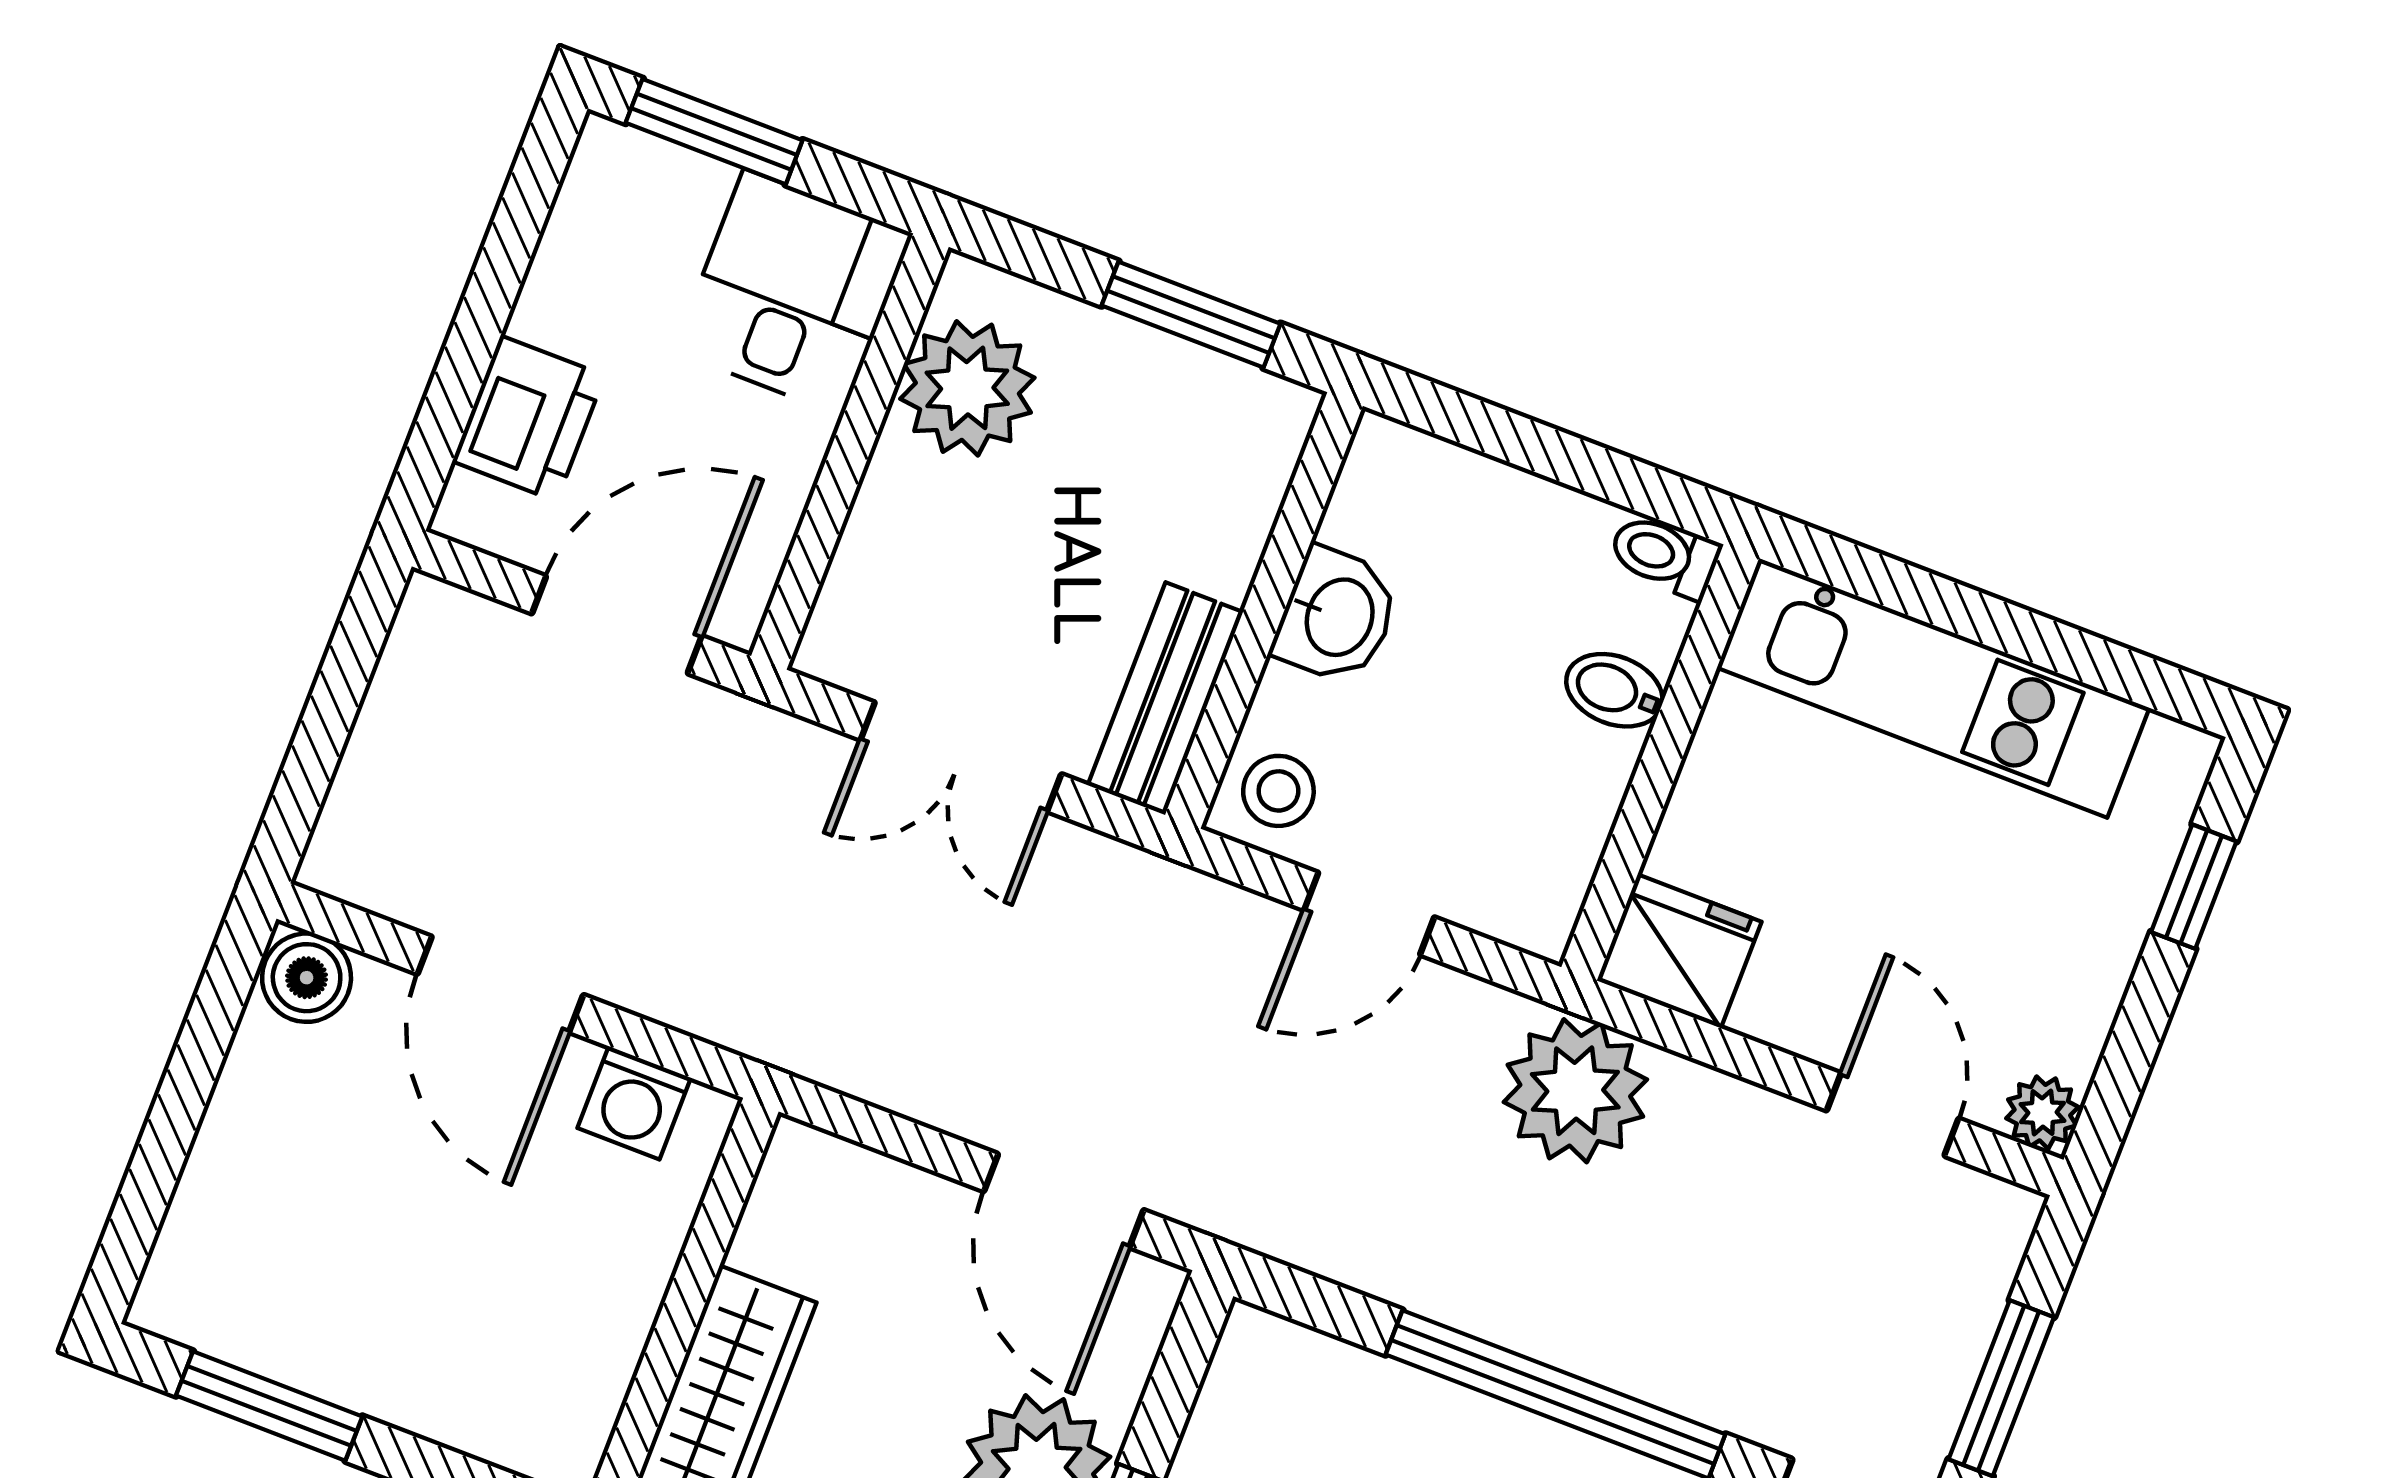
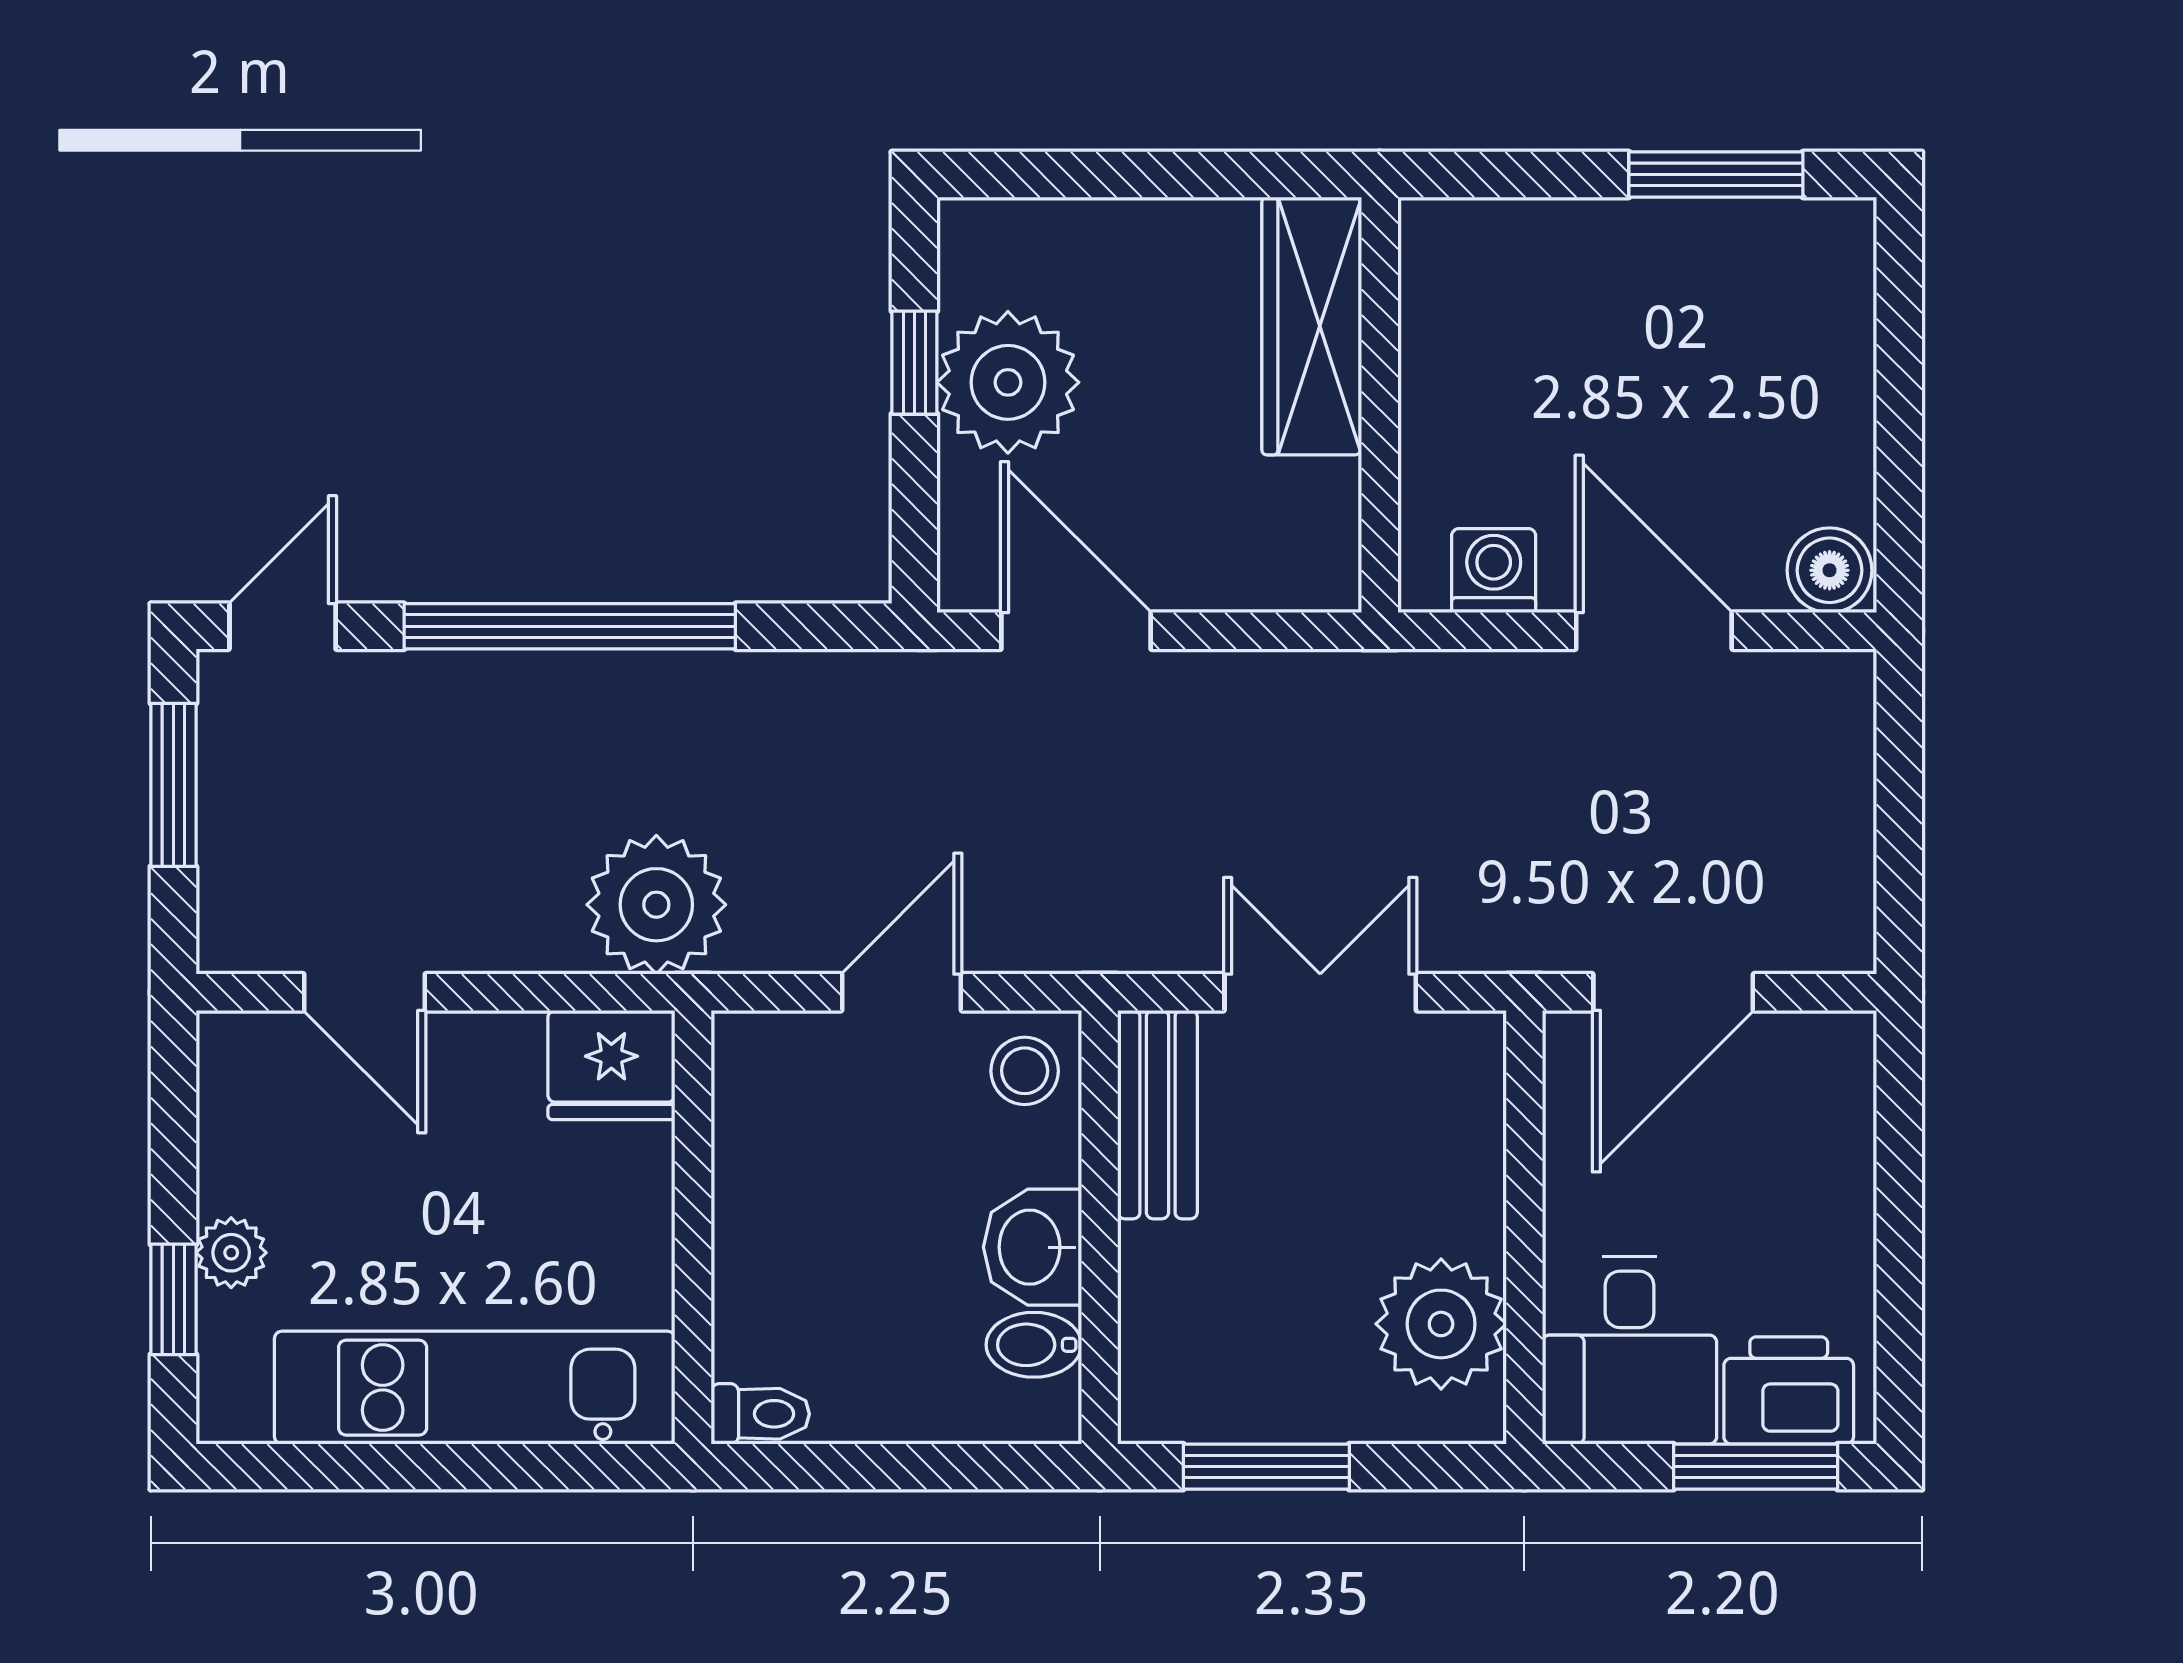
printer: (528, 418) -> (1789, 1390), moved, turned 90
bidet: (1614, 690) -> (1034, 1345), moved, turned 180
plant: (2042, 1113) -> (231, 1253), moved

